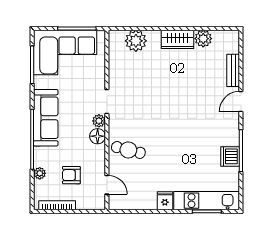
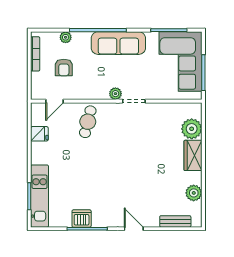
wardrobe: (177, 39) -> (193, 155), moved
bench: (233, 70) -> (175, 221), moved
floor lamp: (98, 136) -> (101, 92), removed
armchair: (71, 175) -> (64, 67), turned 180
fridge: (165, 201) -> (39, 134), moved

